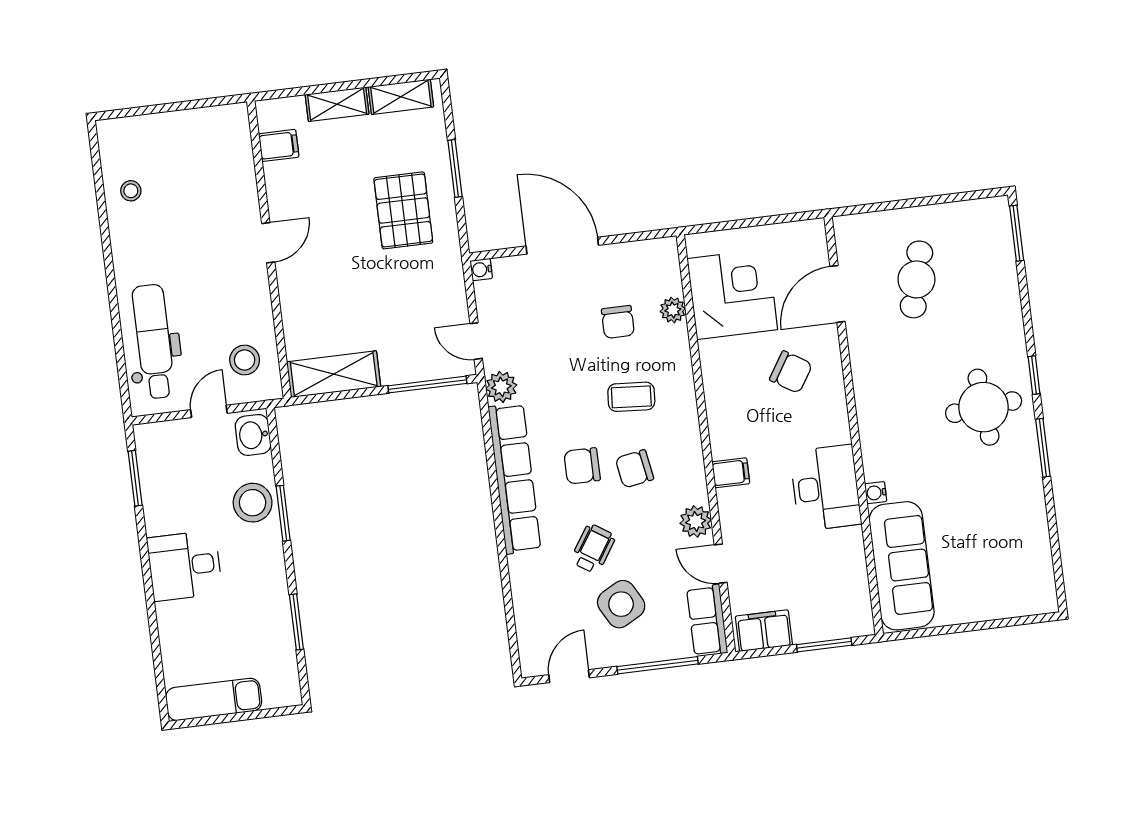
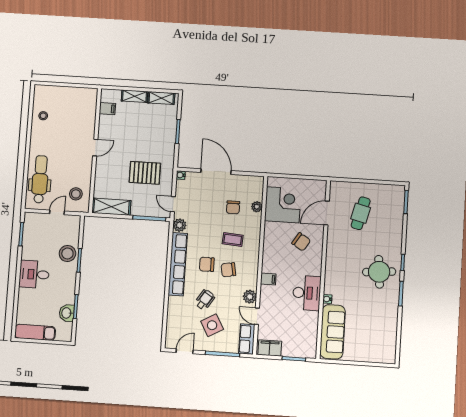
pallet: (403, 210) -> (145, 173), moved, turned 90
washbasin: (253, 435) -> (67, 313), moved

